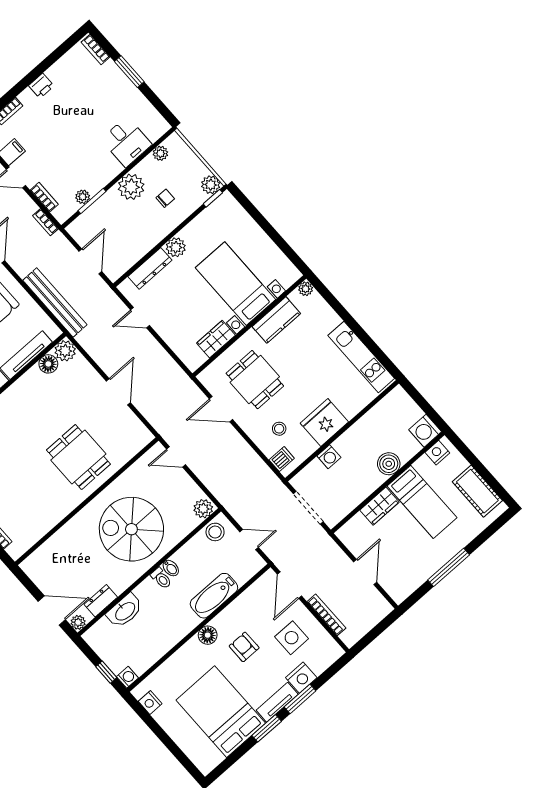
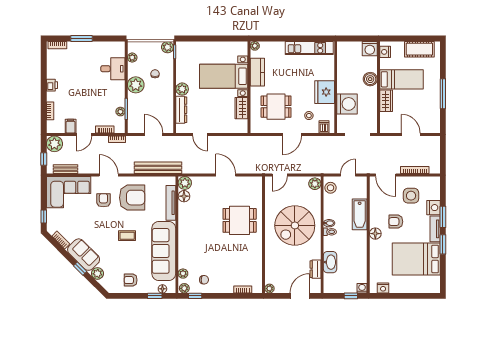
door: (140, 318) -> (200, 135), hinge flipped
door: (221, 409) -> (292, 135), moved
washing machine: (329, 457) -> (347, 104), width x1.89, depth x1.89
plant: (78, 622) -> (269, 289), moved

